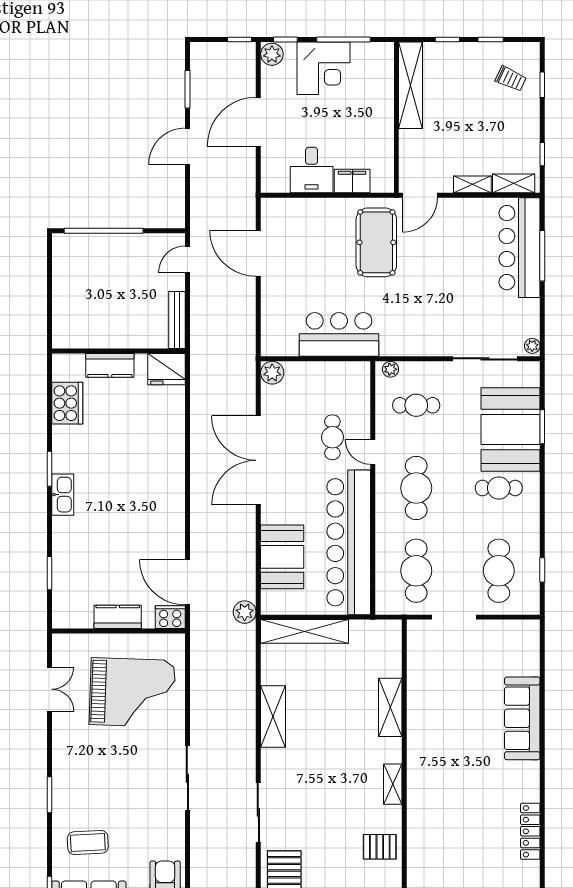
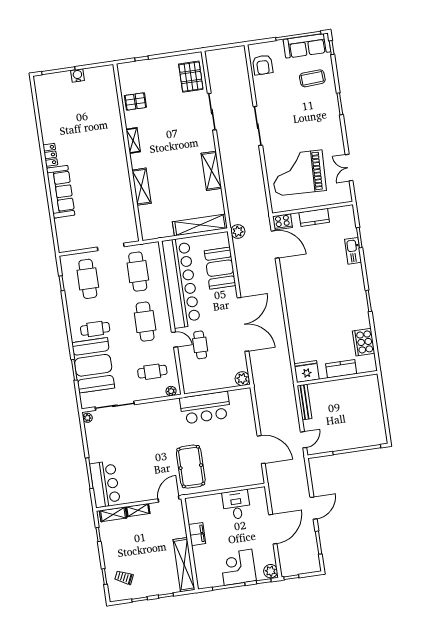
filing cabinet: (352, 181) -> (197, 534), moved, turned -90
bar counter: (520, 248) -> (105, 484), width x0.73
kitchen sink: (63, 495) -> (353, 251), moved
locker: (530, 831) -> (50, 155), moved, width x0.66

